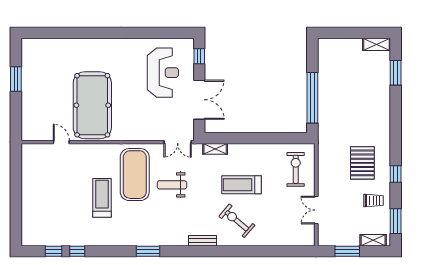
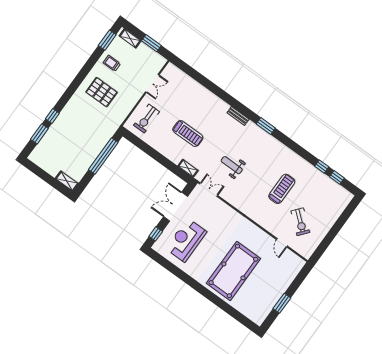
shelving: (376, 44) -> (67, 181), moved
pool table: (92, 105) -> (233, 271), moved
pallet: (362, 163) -> (102, 92), turned 90
window: (396, 174) -> (52, 116), moved
exercise mat: (135, 175) -> (250, 189), removed
weight bench: (172, 185) -> (232, 165), turned 180
treadmill: (102, 198) -> (282, 189), turned 180
exercise bike: (237, 221) -> (300, 222), moved
window: (148, 251) -> (266, 126), moved

